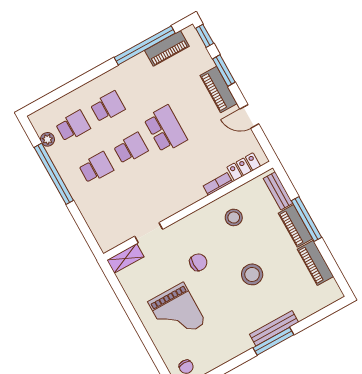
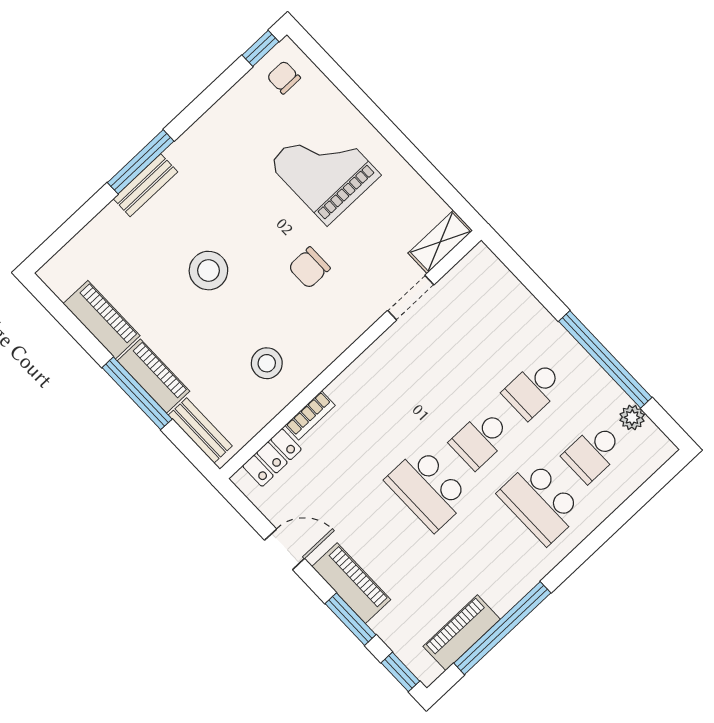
school desk: (108, 107) -> (540, 502), width x1.85
bench: (274, 328) -> (145, 185), width x0.73

